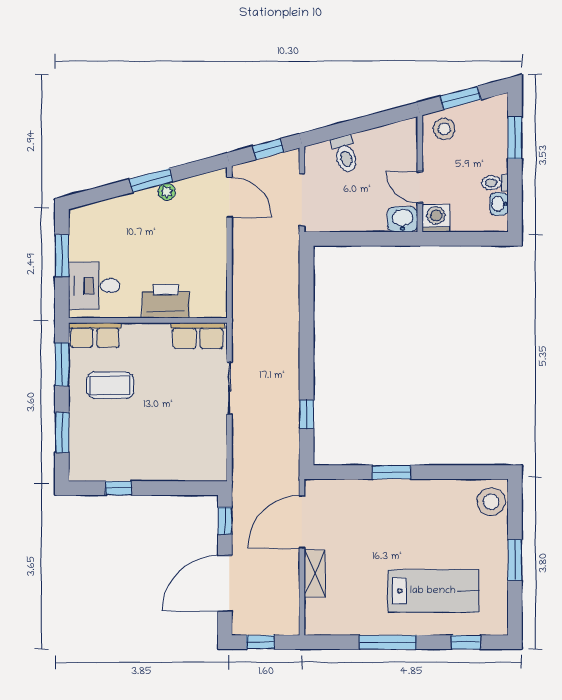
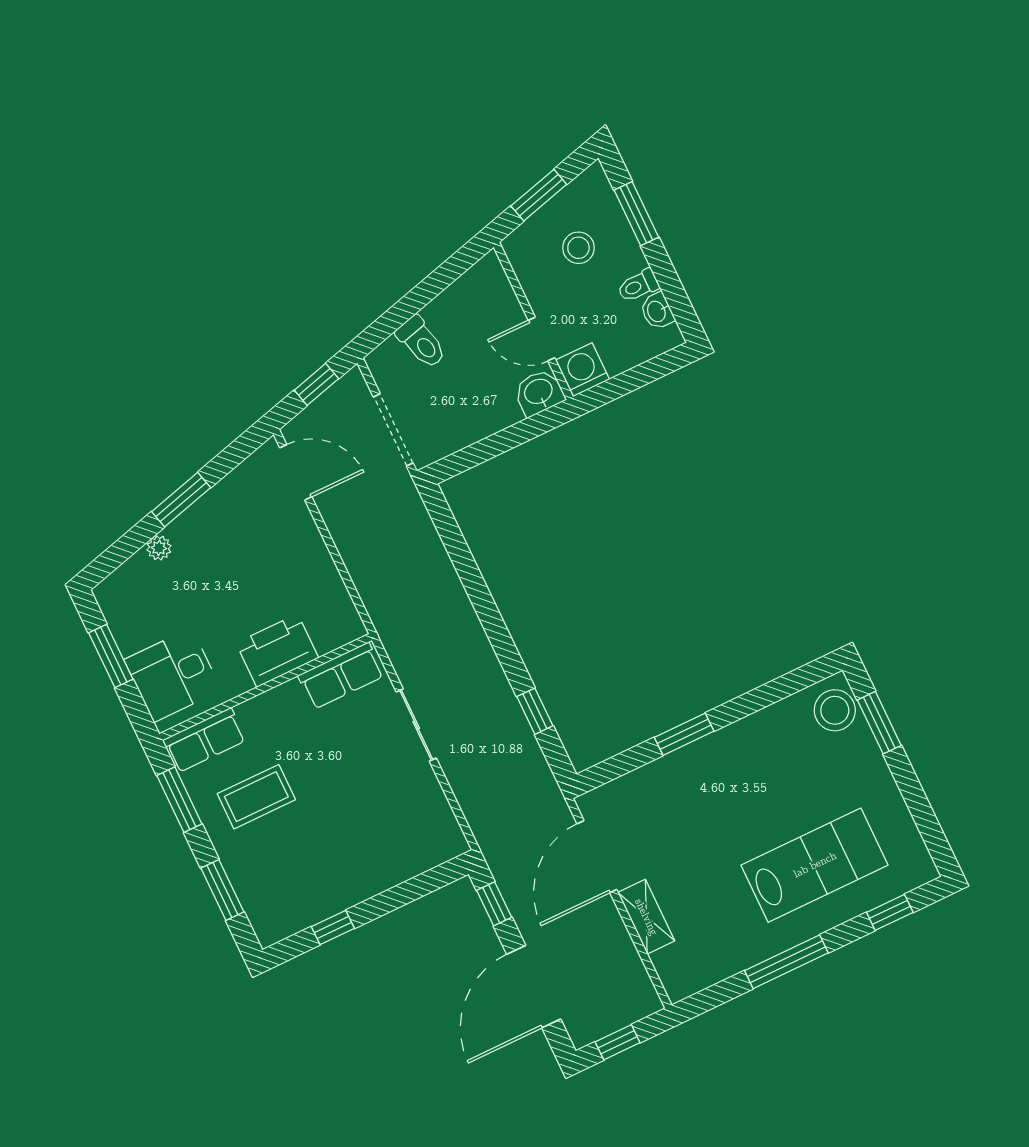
stool: (444, 129) -> (578, 248), moved
plant: (167, 192) -> (159, 548), moved
window: (515, 560) -> (879, 723), moved

